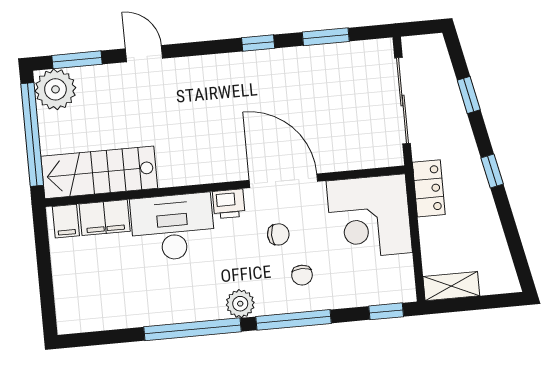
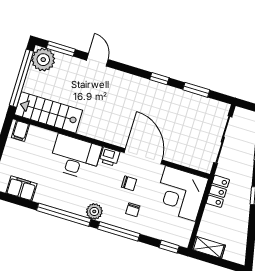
filing cabinet: (105, 218) -> (21, 188), moved, turned 180

